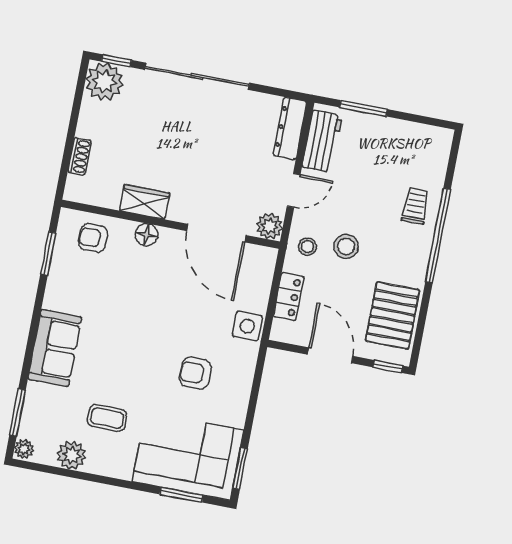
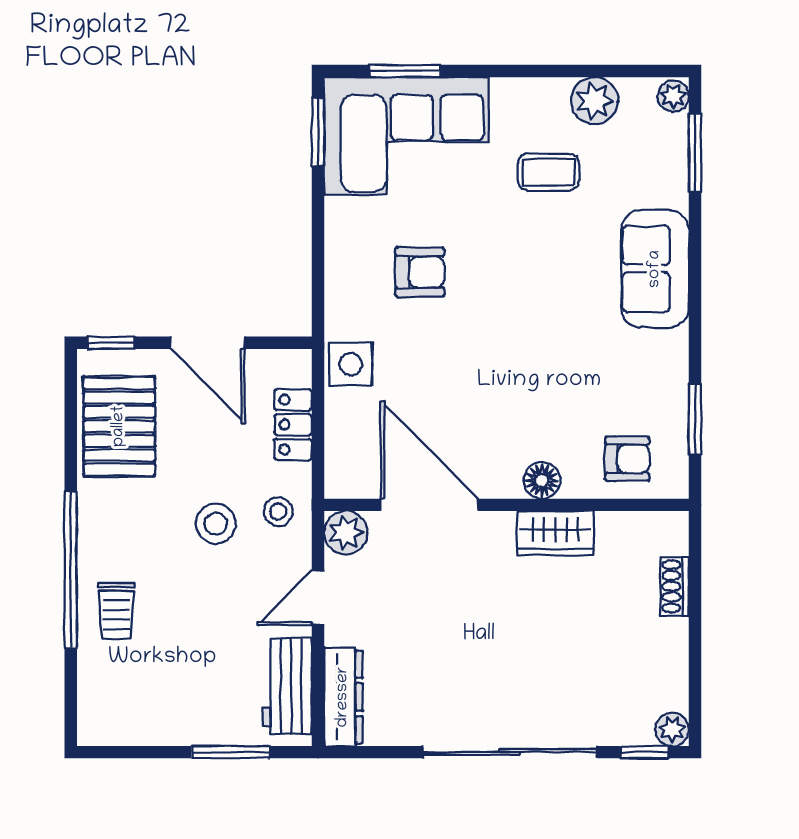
plant: (104, 82) -> (672, 729), width x0.53, depth x0.53

